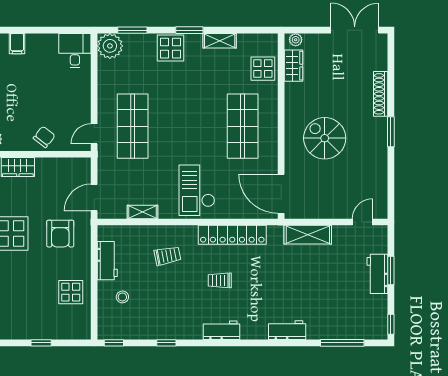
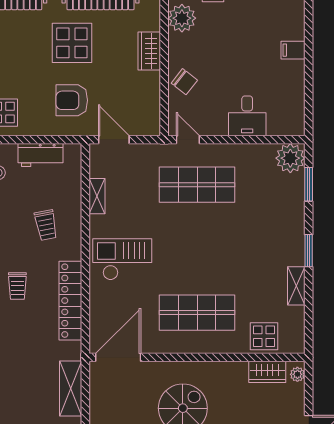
display table: (171, 48) -> (288, 229), removed
desk: (75, 51) -> (247, 116), moved, turned 90
trolley: (220, 280) -> (17, 286), turned 180

